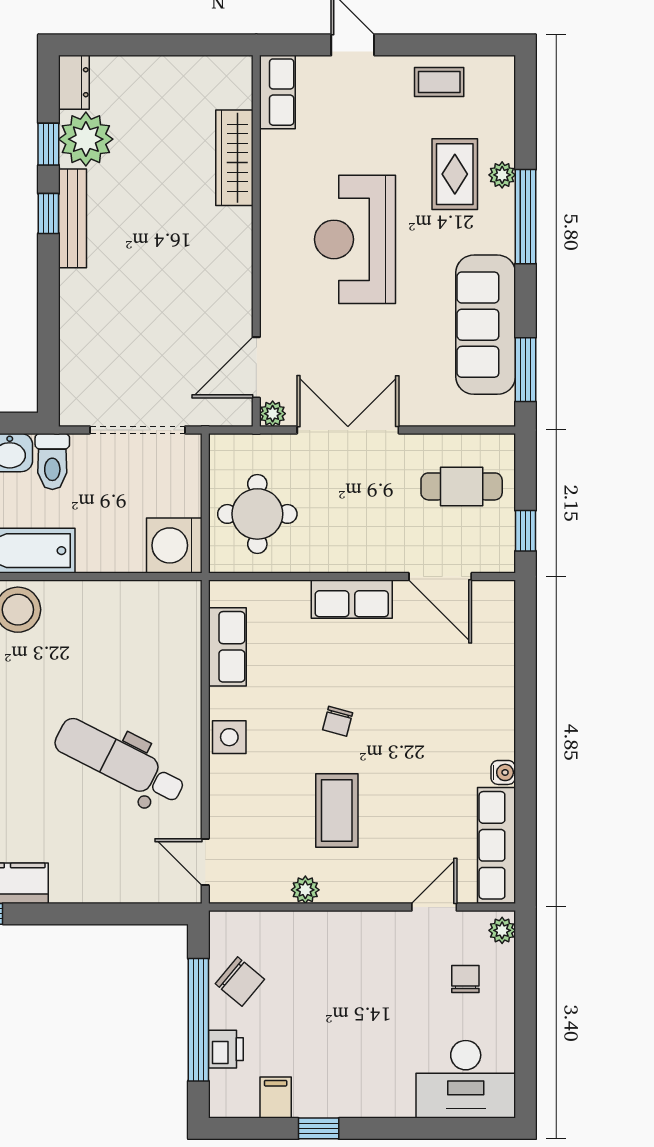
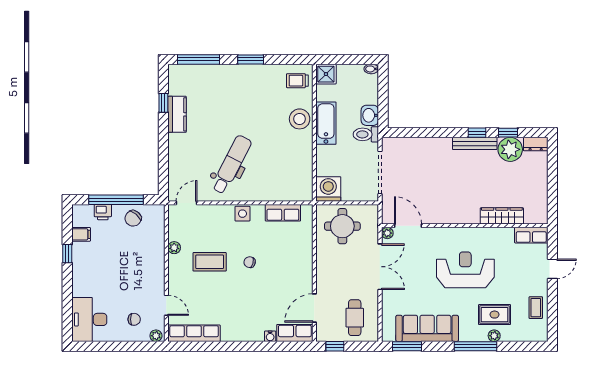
row of seats: (352, 599) -> (295, 333), moved, turned 90
water cooler: (503, 772) -> (270, 336), moved

